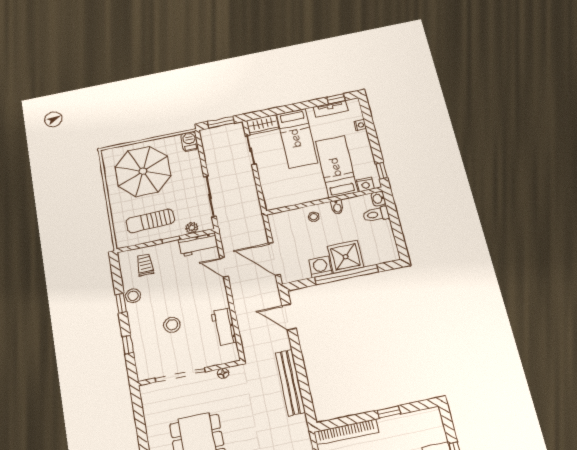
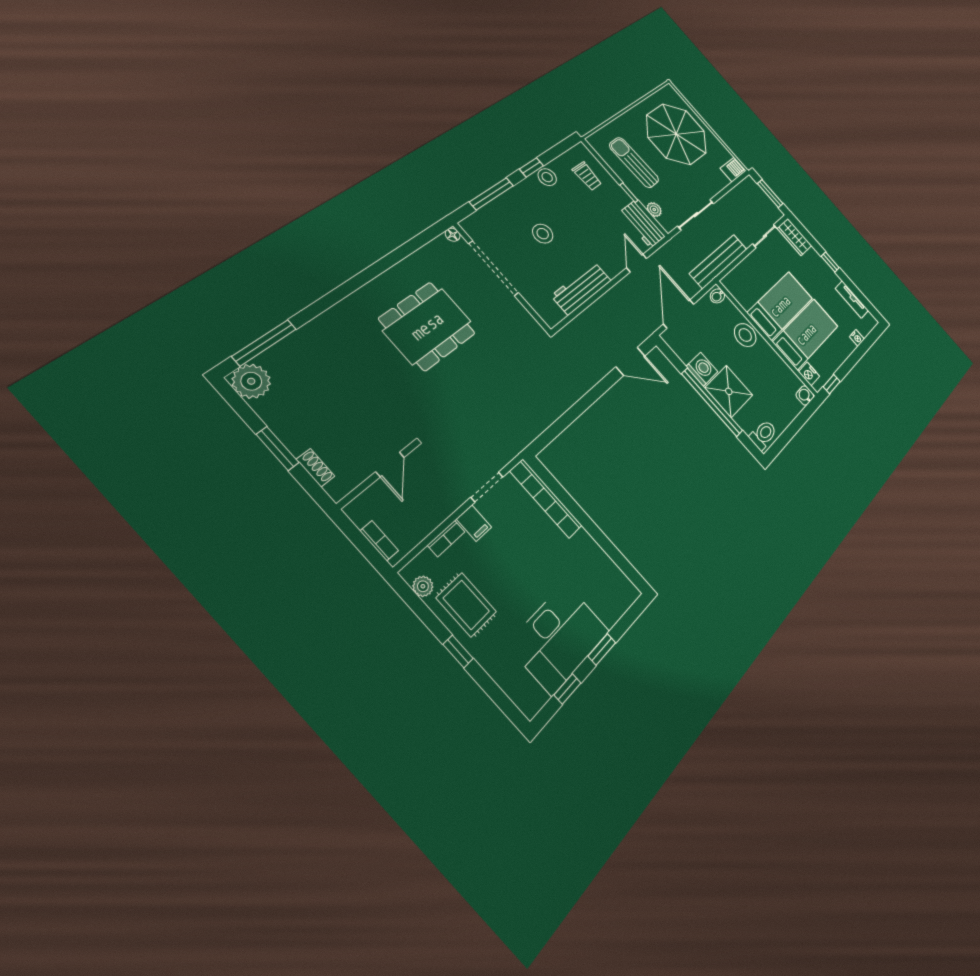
window: (336, 99) -> (830, 262), moved
bed: (297, 138) -> (780, 306), moved, turned 180
bidet: (337, 207) -> (717, 296), moved
toilet: (376, 214) -> (763, 435), moved, turned 90
stool: (314, 217) -> (745, 335), width x1.89, depth x1.89
trolley: (145, 265) -> (587, 176), turned 90
door: (289, 317) -> (630, 361), swing flipped
workbench: (224, 327) -> (581, 288), width x1.38
window: (128, 345) -> (491, 194), width x2.17
floor lamp: (223, 373) -> (453, 235), moved
bench: (290, 382) -> (718, 261), moved
window: (389, 412) -> (599, 537), removed

